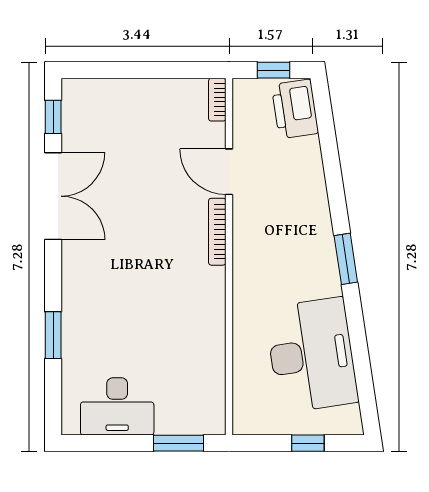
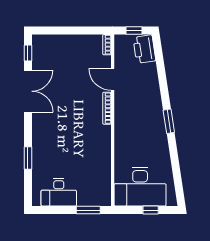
desk: (311, 355) -> (140, 187), moved, turned 99

